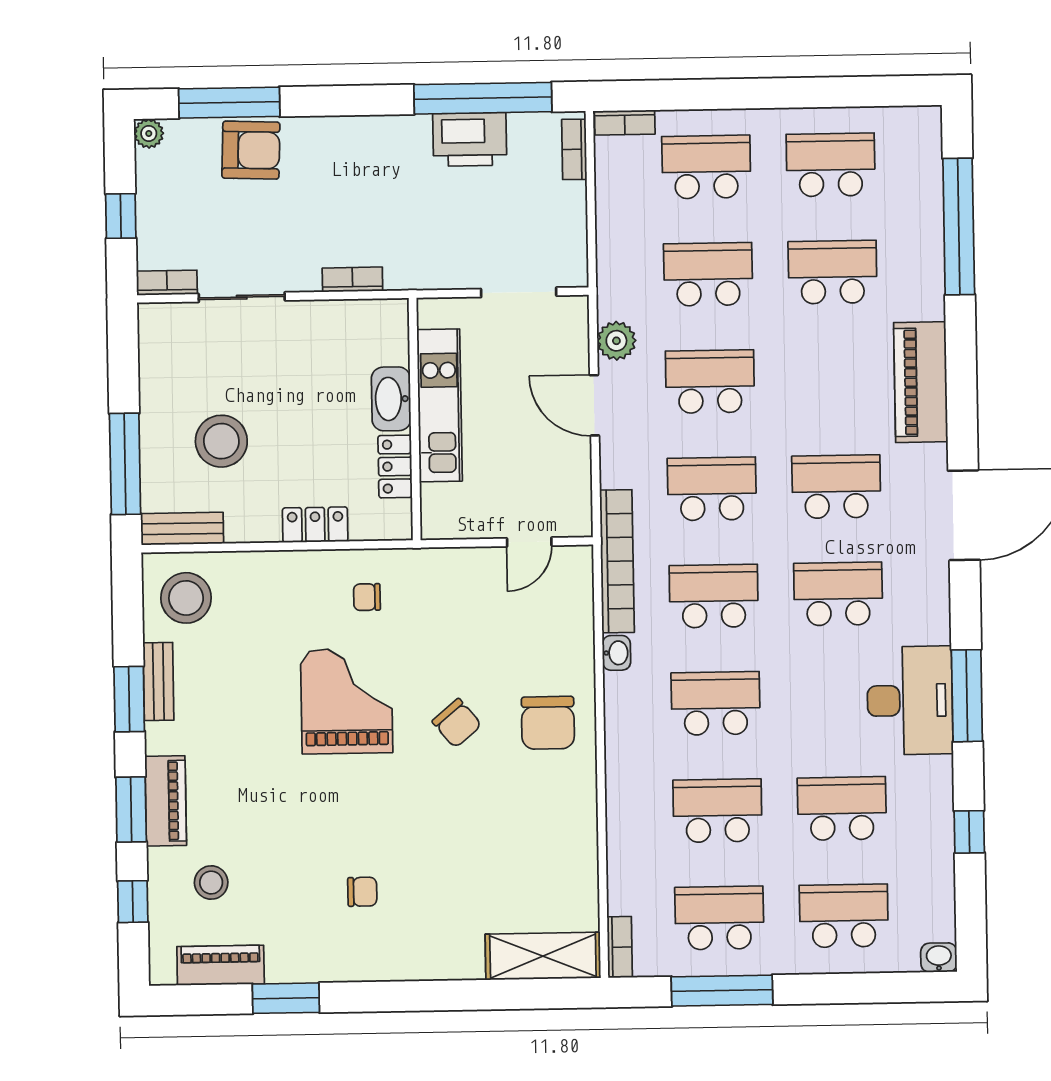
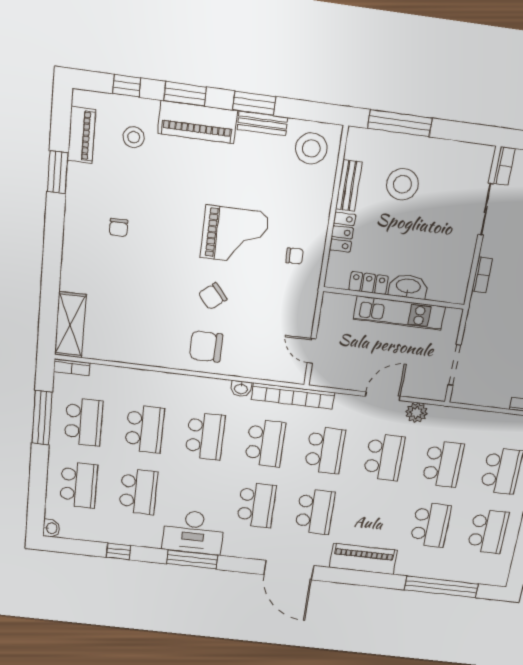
bench: (182, 529) -> (349, 186), moved
chair: (367, 597) -> (295, 256), turned 88
piano: (166, 801) -> (197, 122), width x1.37, depth x1.33

